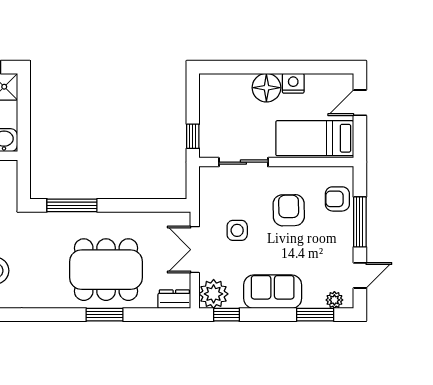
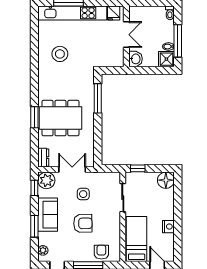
floor lamp: (266, 88) -> (166, 180), moved
armchair: (289, 210) -> (83, 223), moved
dining table: (106, 270) -> (60, 118), turned 90
window: (315, 315) -> (34, 226), moved

